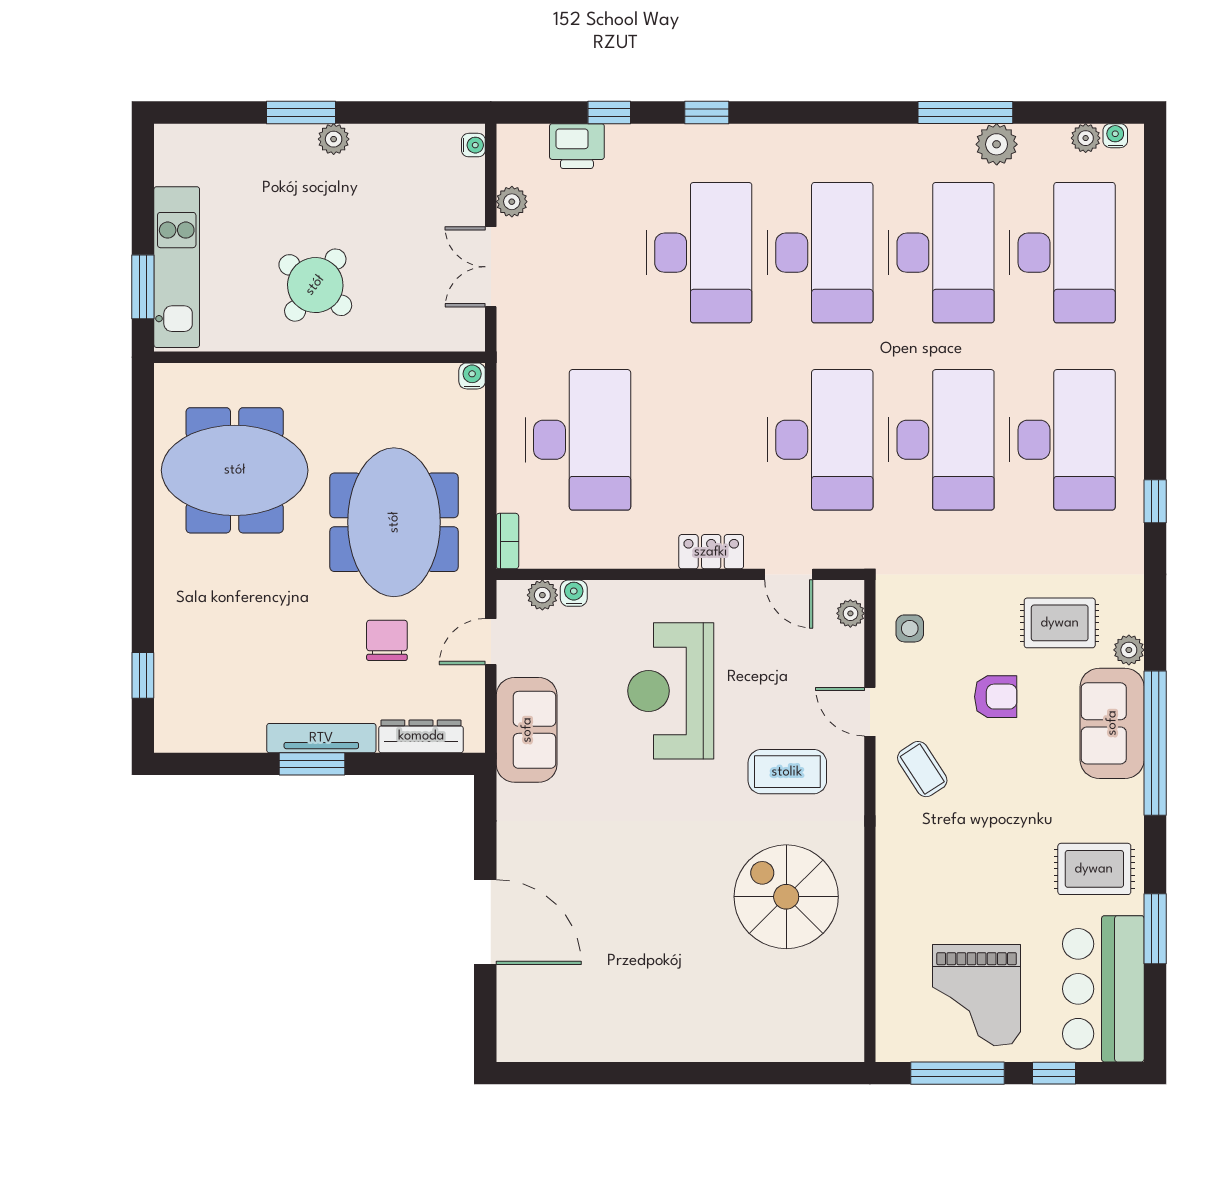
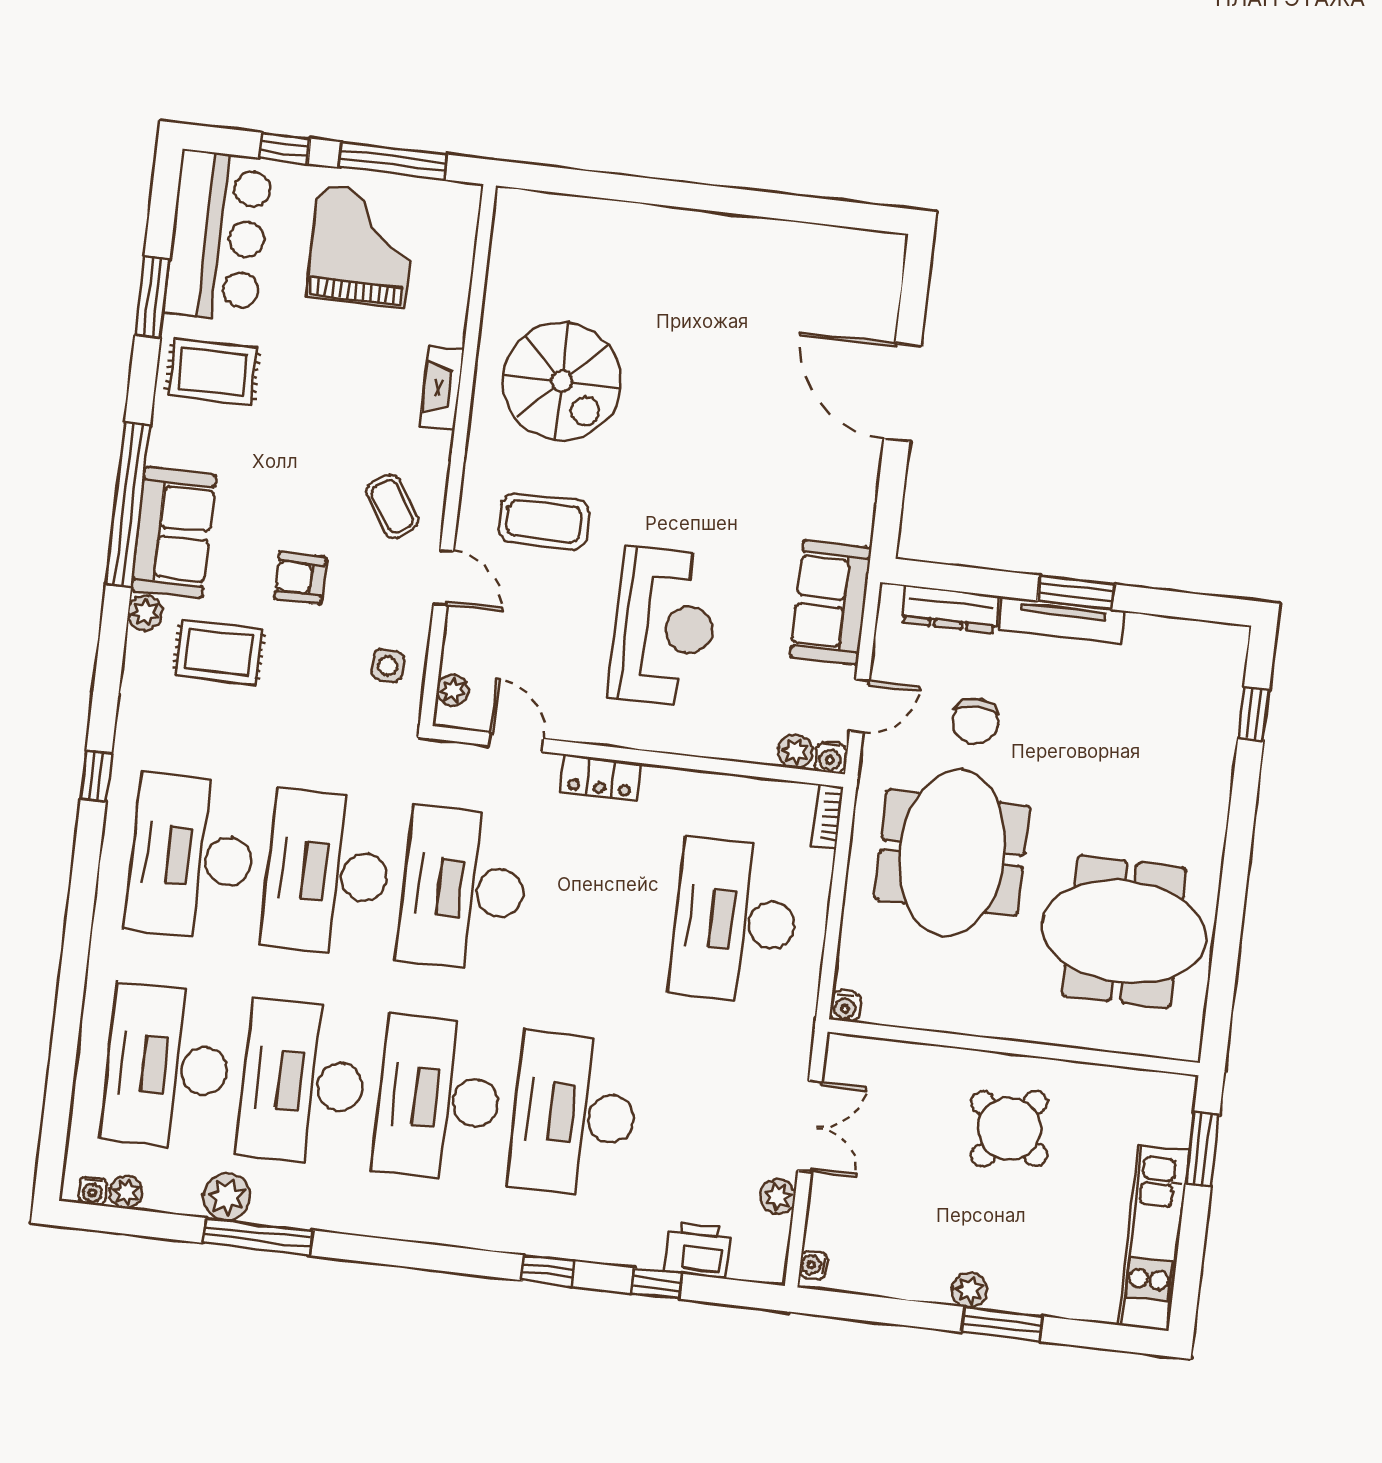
kitchen unit: (177, 267) -> (1154, 1238), moved
water cooler: (574, 593) -> (830, 758), moved
fireplace: (891, 878) -> (442, 388), added

